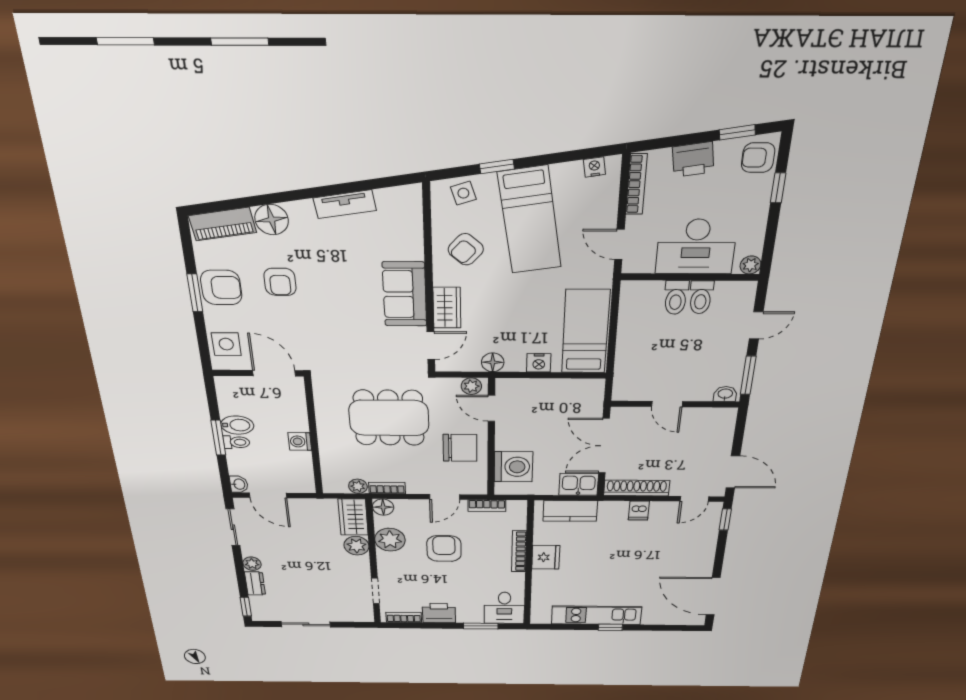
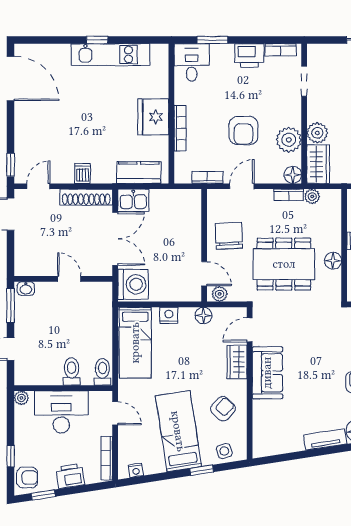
tv unit: (345, 204) -> (325, 439), moved
toilet: (701, 297) -> (102, 372), moved
floor lamp: (326, 421) -> (333, 261), added
chair: (460, 448) -> (229, 236), turned 87
washing machine: (513, 467) -> (133, 284), moved, turned 180
fridge: (546, 557) -> (153, 117), width x1.36, depth x1.34

